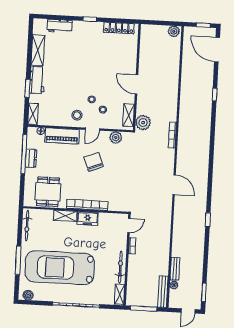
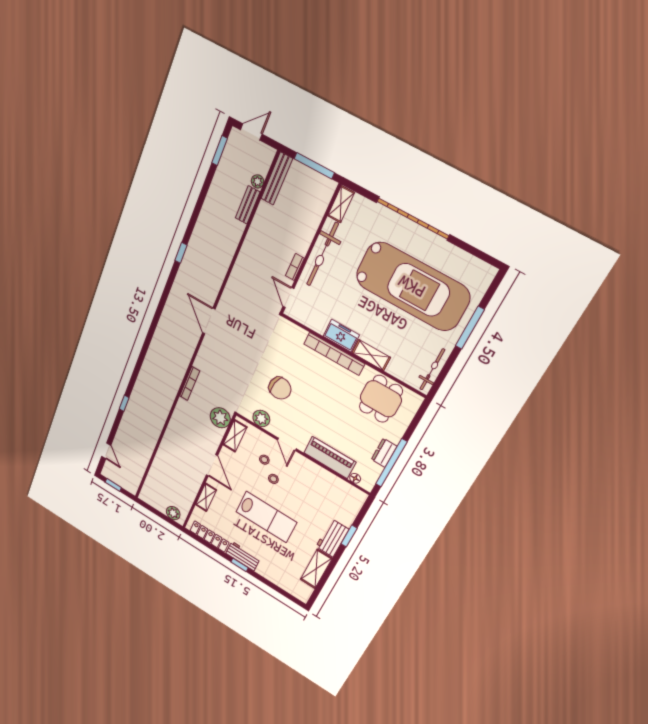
workbench: (60, 26) -> (243, 556), moved
plant: (174, 31) -> (173, 513), moved
door: (217, 50) -> (106, 451), width x0.53
lab bench: (86, 68) -> (266, 517), added
shelving: (33, 114) -> (206, 497), moved
stool: (77, 115) -> (300, 471), removed
door: (92, 129) -> (287, 444), swing flipped
chair: (94, 162) -> (280, 388), moved, turned -57
door: (129, 225) -> (288, 297), hinge flipped
bicycle: (120, 267) -> (322, 254), width x1.37, depth x1.40
boiler: (28, 295) -> (480, 268), removed

